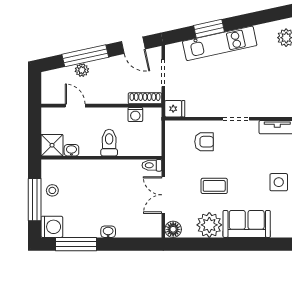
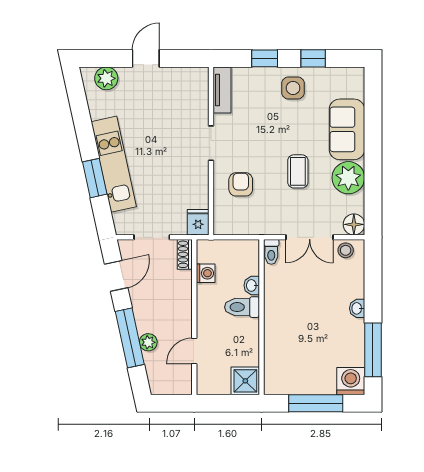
shoe rack: (145, 98) -> (185, 254), width x0.70
washbasin: (71, 150) -> (252, 285), moved
stool: (52, 190) -> (346, 250), moved

